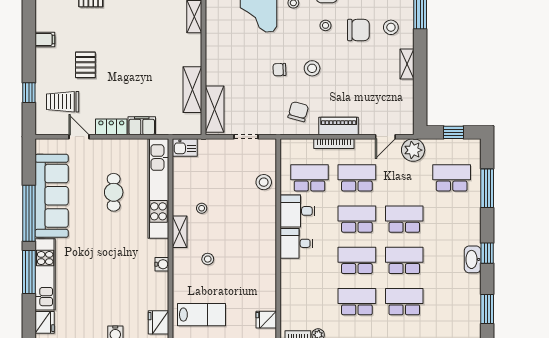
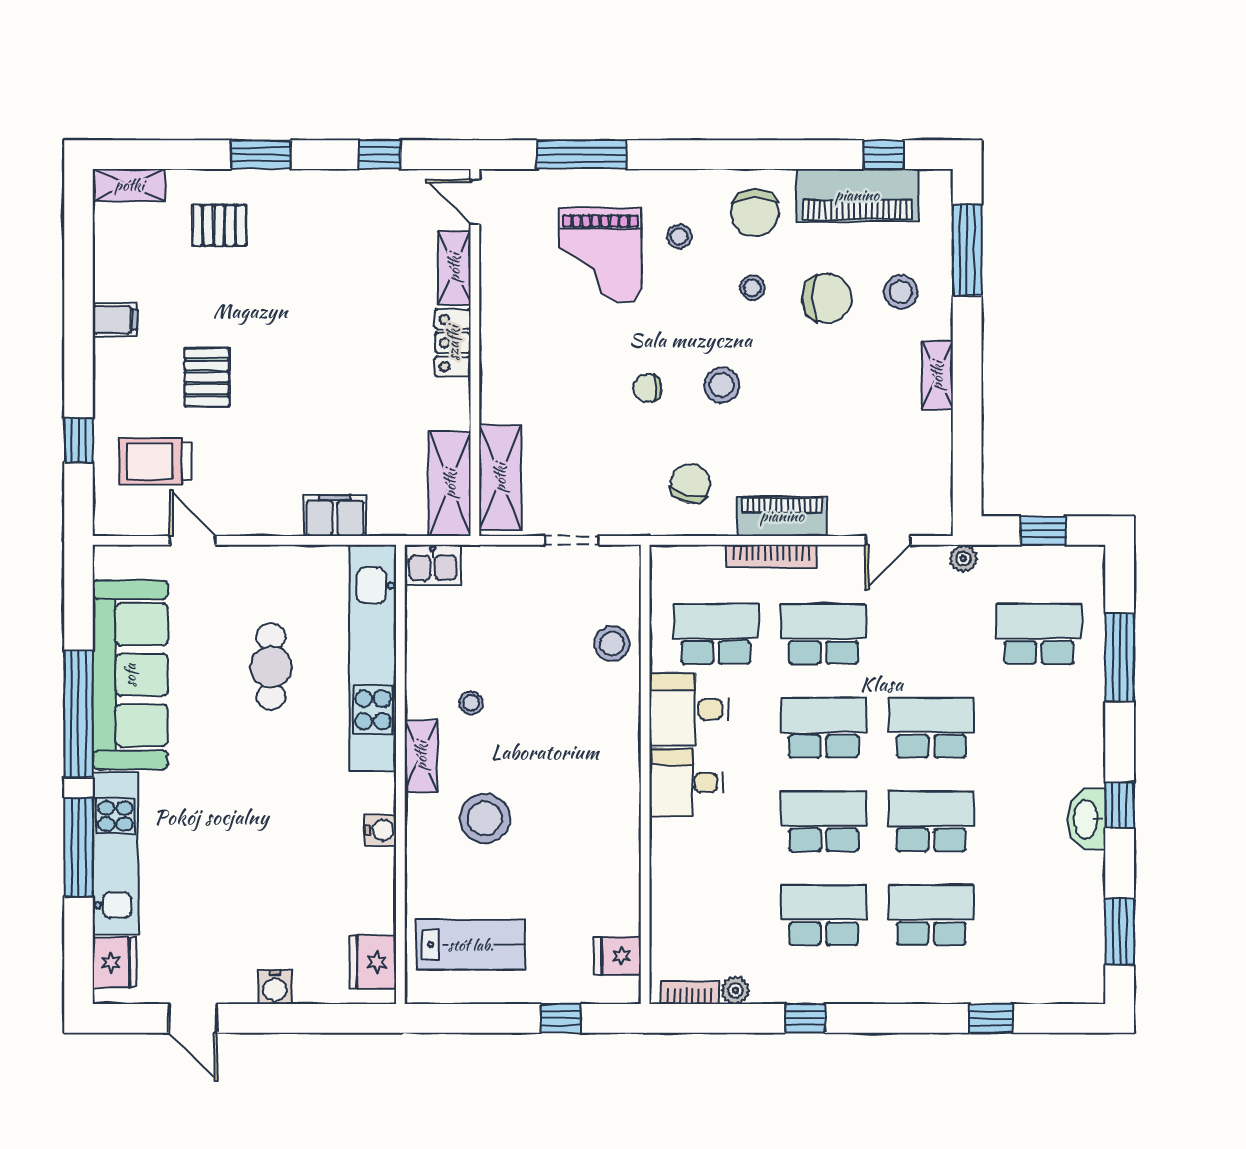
shelving: (192, 90) -> (450, 484), moved
locker: (111, 127) -> (453, 343), moved, turned -90
plant: (413, 150) -> (963, 559), width x0.53, depth x0.53
stool: (208, 259) -> (485, 818), width x1.89, depth x1.89

